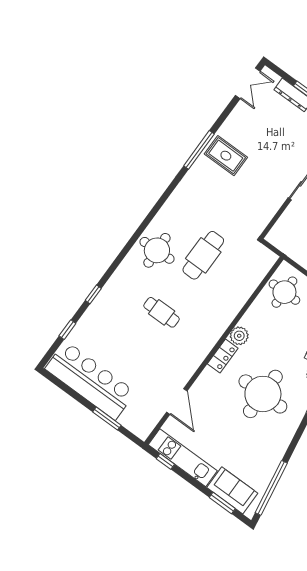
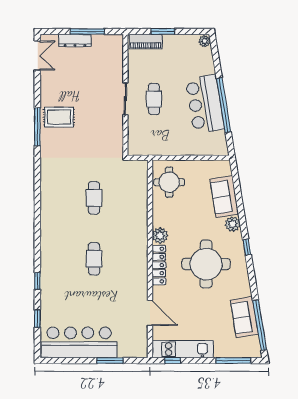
round table: (157, 250) -> (59, 218), removed
cafe table: (203, 255) -> (94, 198), width x0.73, depth x0.74
cafe table: (162, 312) -> (94, 259), turned 90
locker: (223, 356) -> (159, 265), width x1.53
sofa: (232, 490) -> (244, 317), moved, turned -99
window: (222, 503) -> (233, 361), width x1.44

